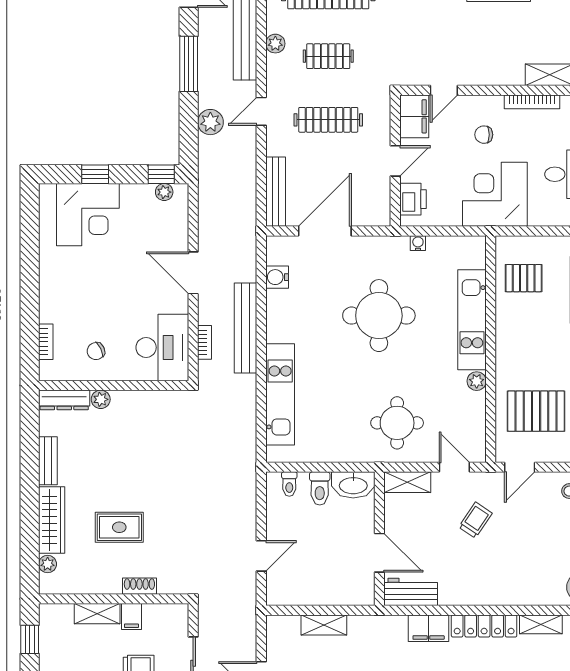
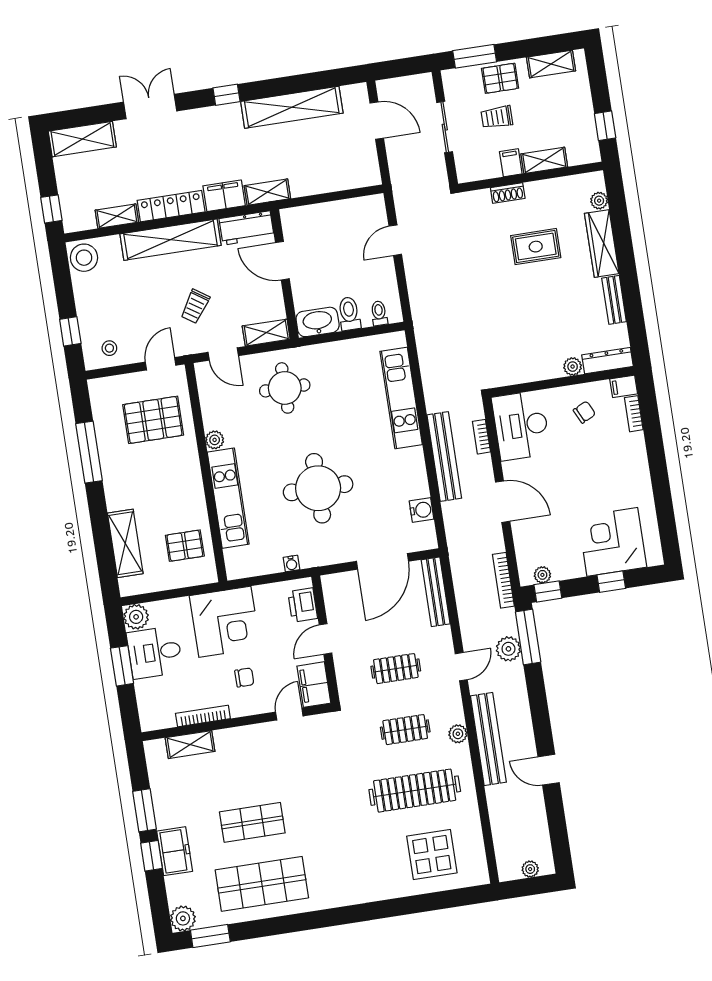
window: (189, 64) -> (528, 637), moved
clothes rail: (328, 120) -> (396, 669), width x0.73
bookcase: (205, 193) -> (503, 580), added
filing cabinet: (52, 371) -> (624, 386), added
shelving: (490, 592) -> (170, 240), added
shelving: (324, 625) -> (267, 192), moved

